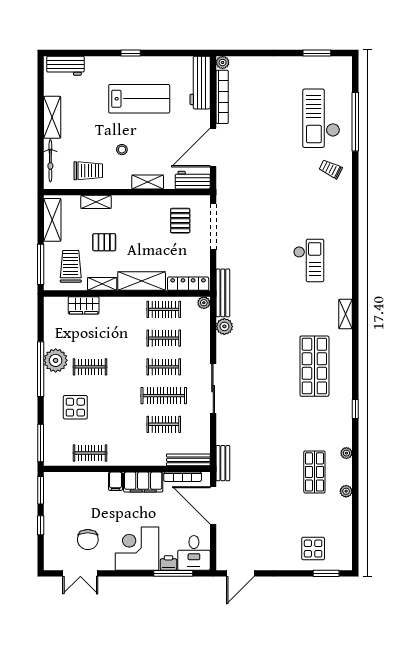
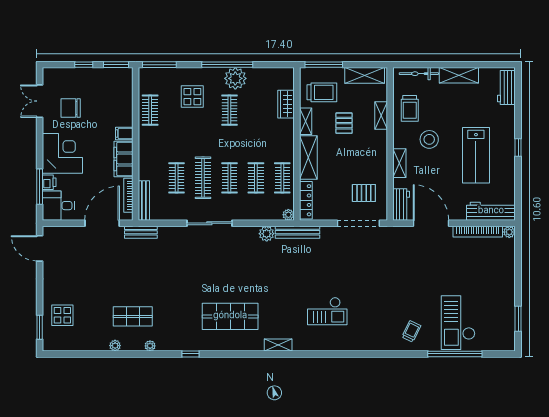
checkout: (321, 118) -> (458, 323), turned -90
stool: (122, 150) -> (429, 139), width x1.89, depth x1.89

